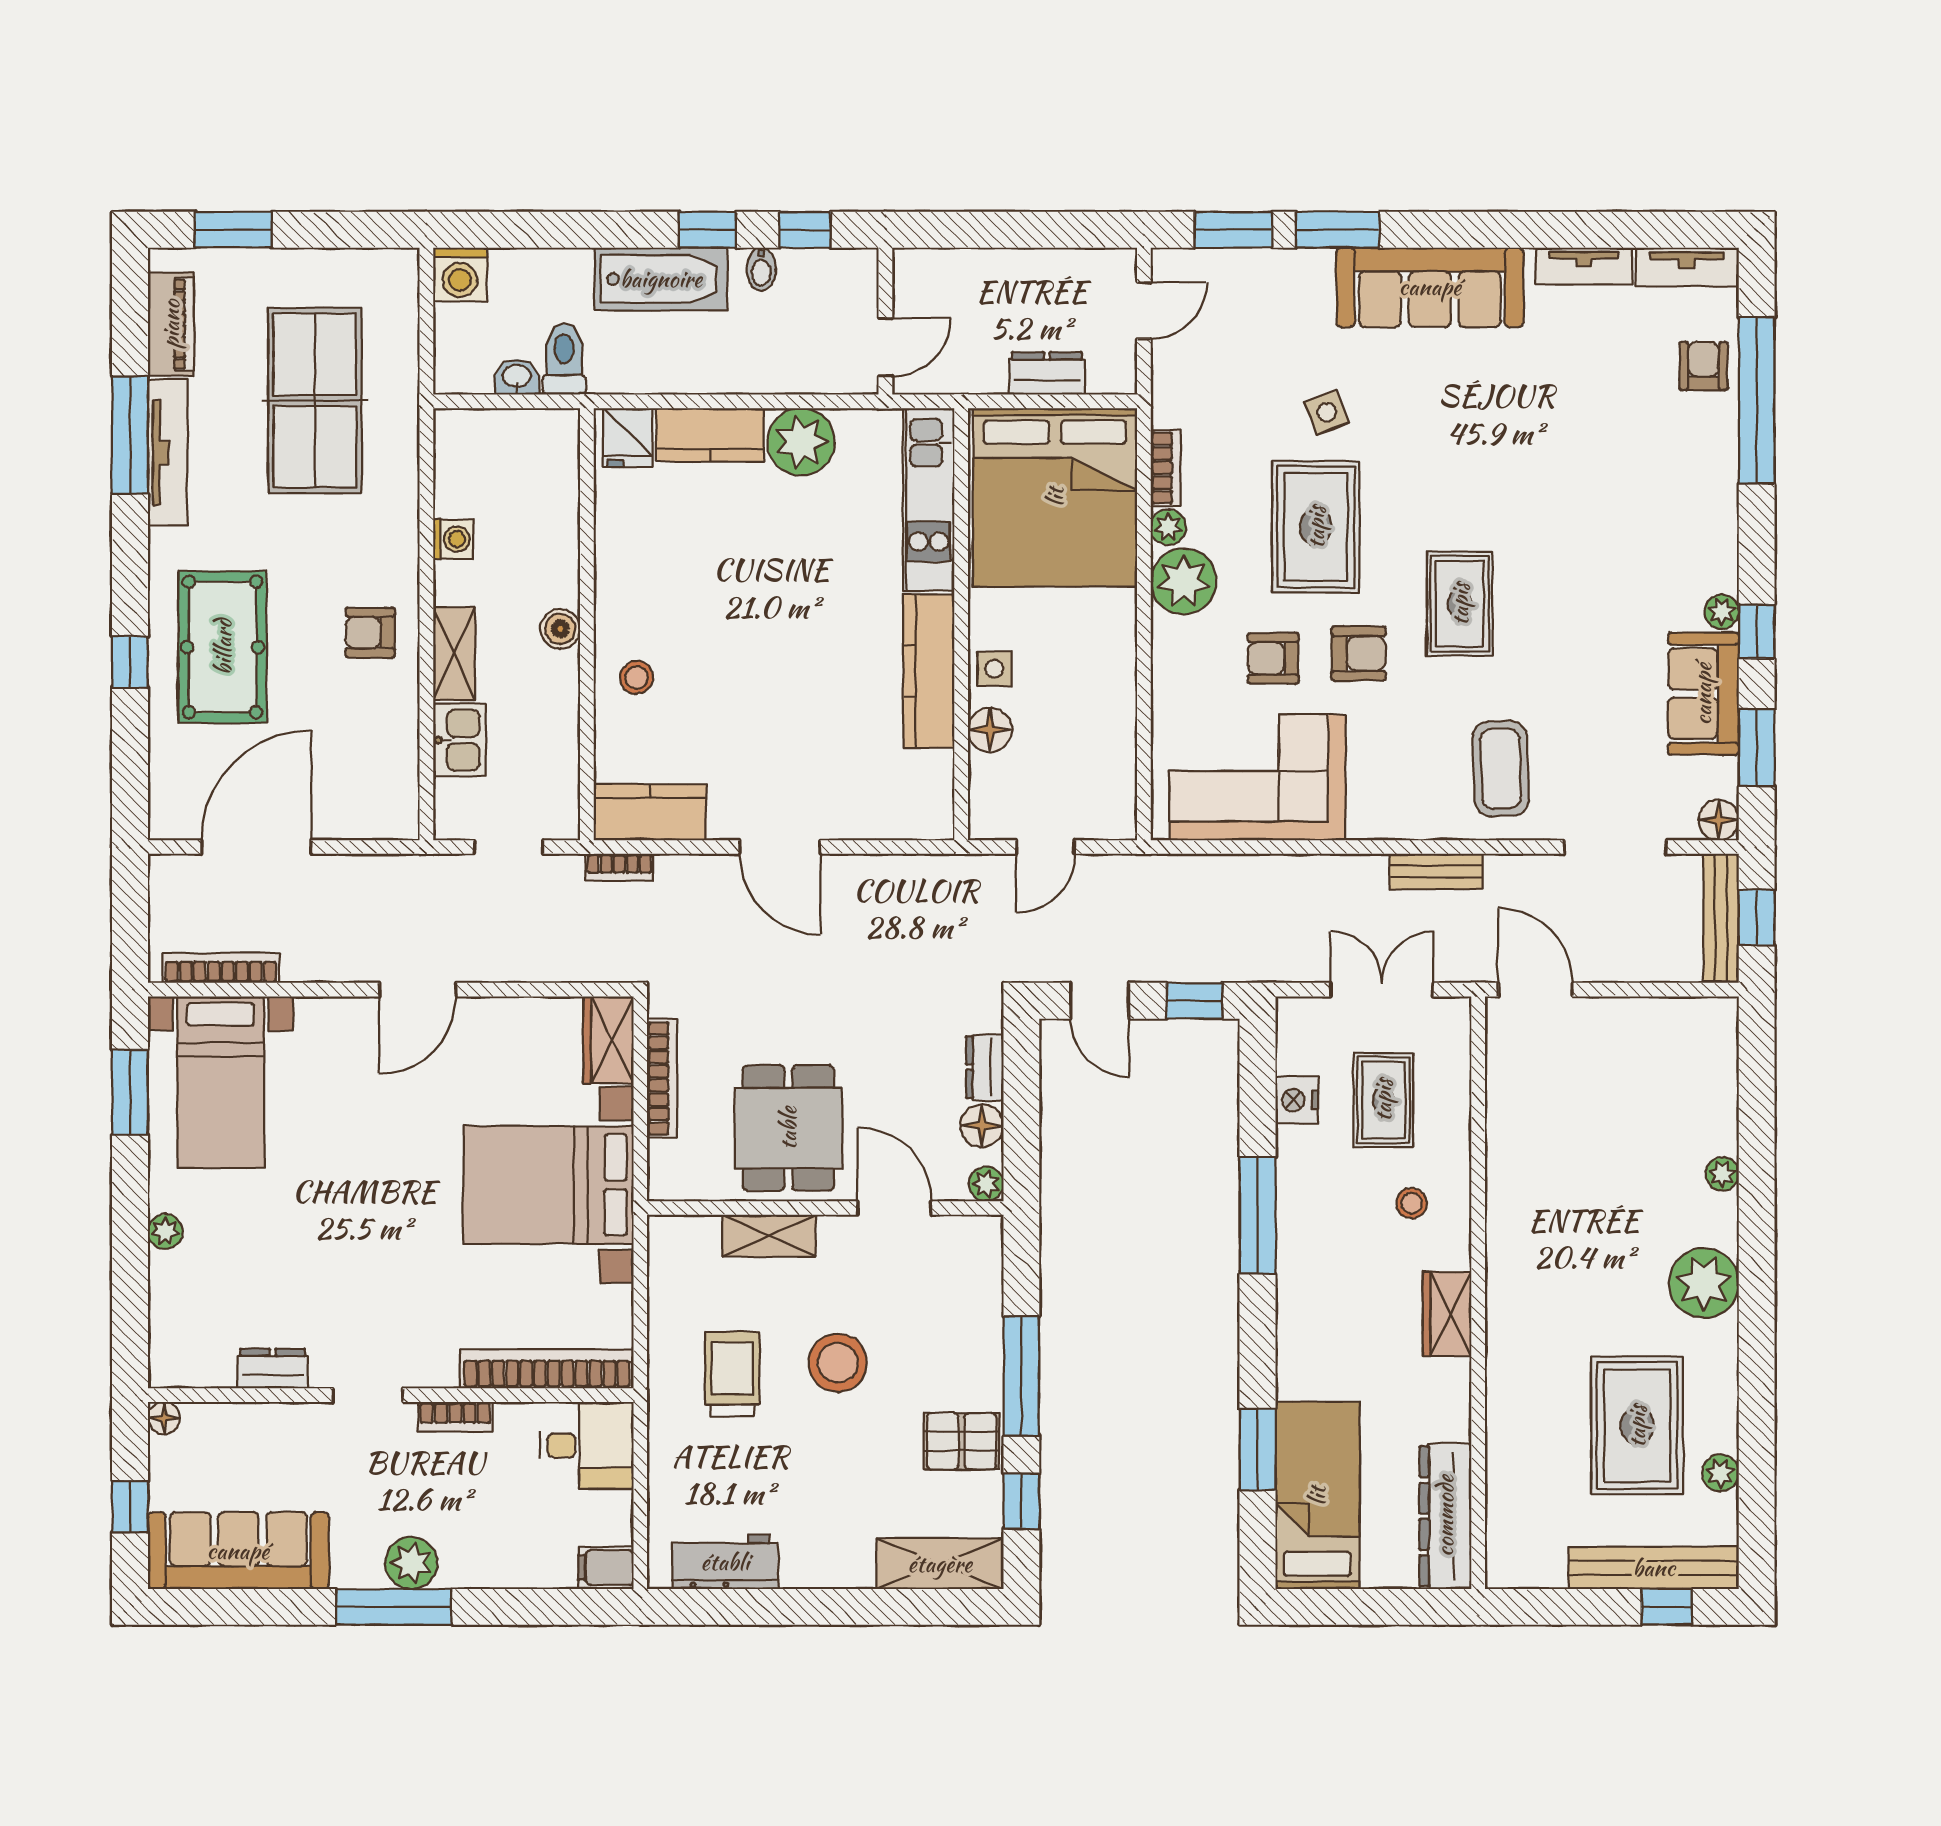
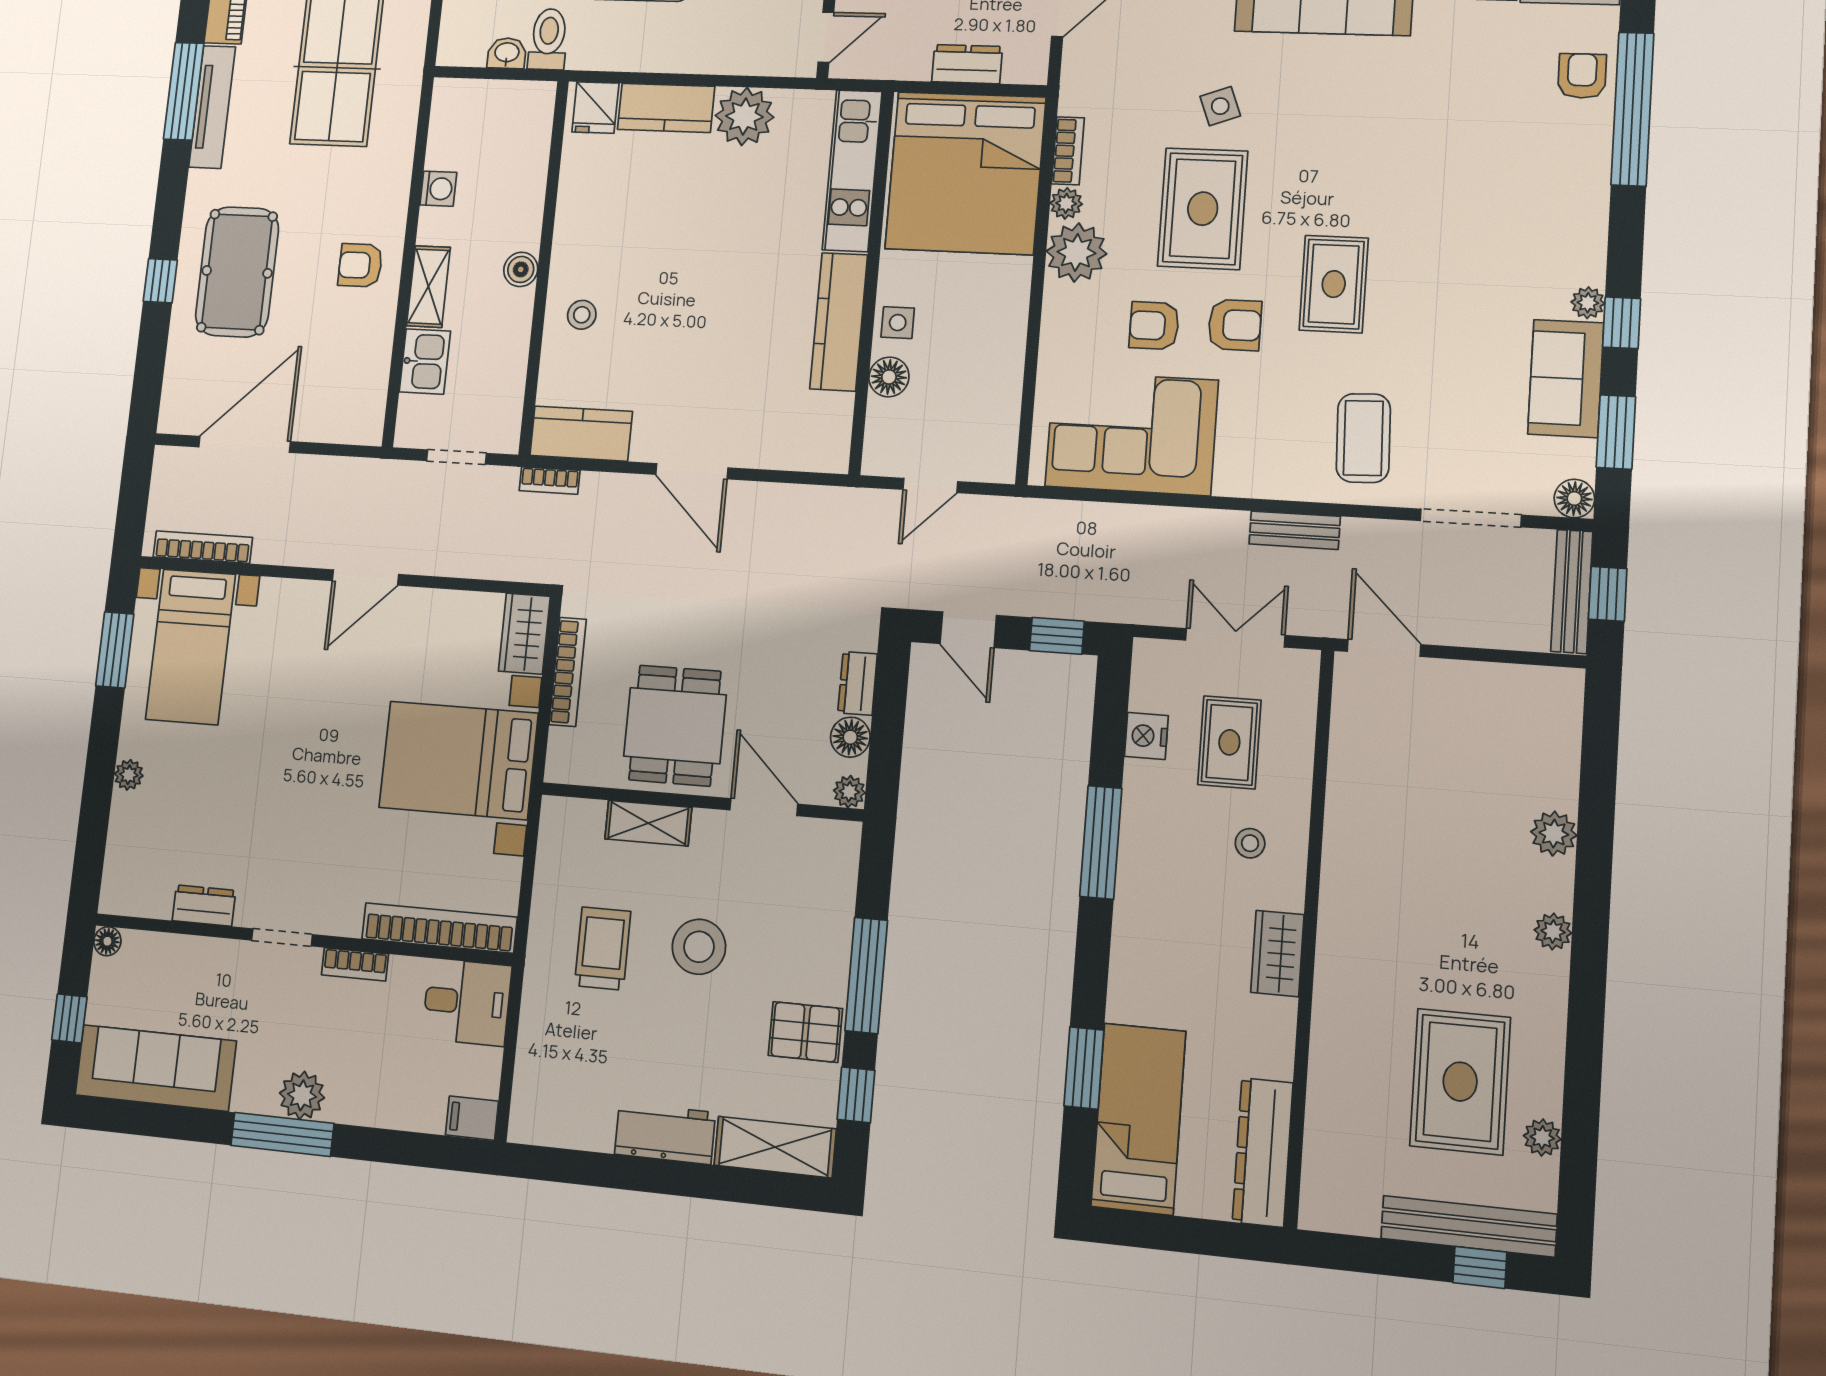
plant: (1722, 1174) -> (1554, 834), width x1.38, depth x1.38
plant: (1704, 1283) -> (1553, 931), width x0.53, depth x0.53
workbench: (725, 1562) -> (665, 1133), moved

